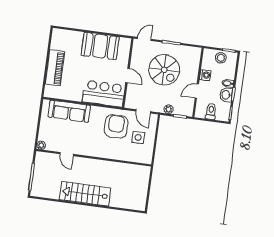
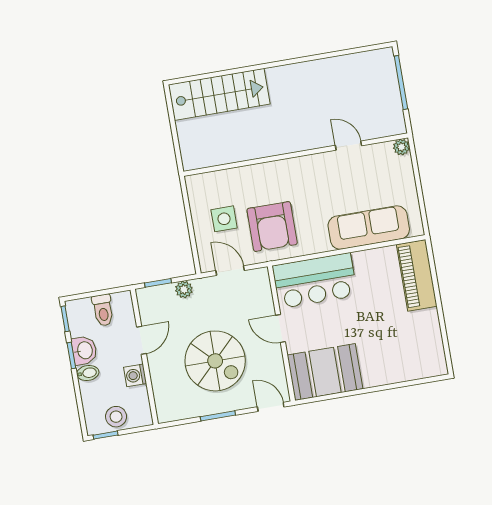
door: (144, 39) -> (271, 407), swing flipped
booth: (100, 46) -> (325, 372), moved
piano: (55, 68) -> (417, 275), moved
spiral stairs: (164, 70) -> (215, 361), turned 180
stairs: (85, 194) -> (219, 94), moved

